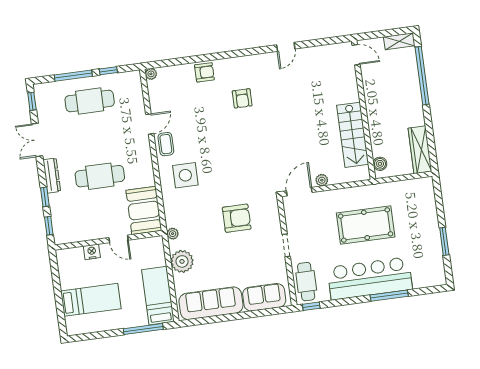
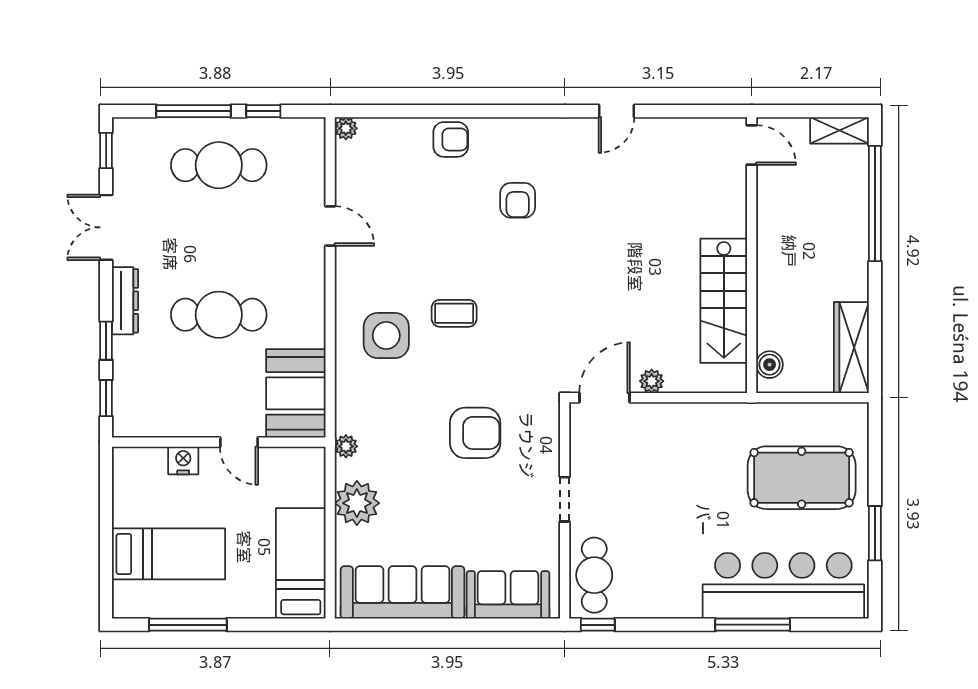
door: (150, 124) -> (330, 226), hinge flipped
coffee table: (166, 144) -> (454, 313), moved, turned 90
pool table: (366, 225) -> (802, 478), moved
bar counter: (370, 278) -> (783, 586), moved
window: (143, 329) -> (188, 625), moved

